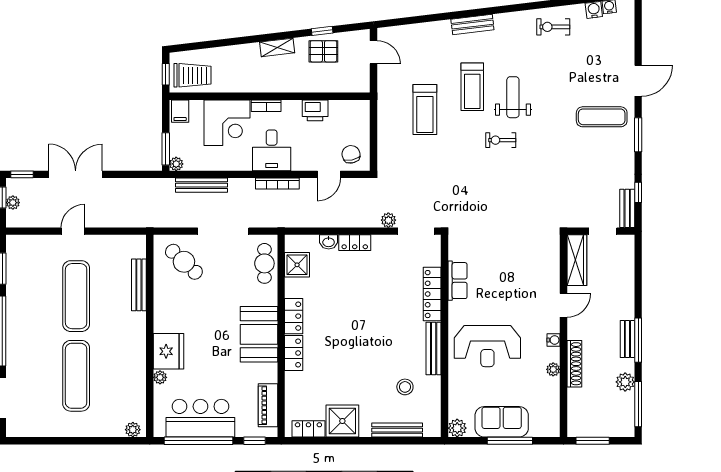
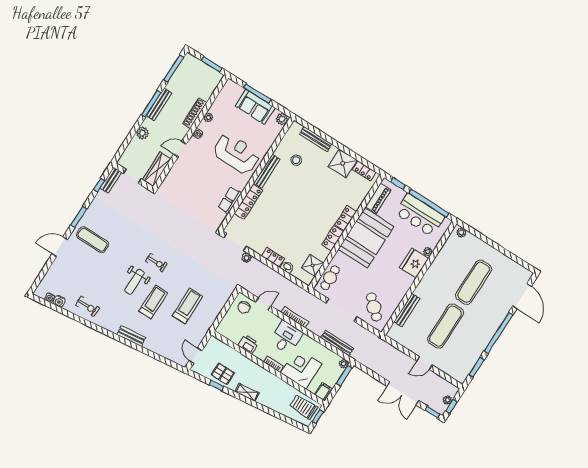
booth: (259, 334) -> (366, 238), width x1.36, depth x1.42
bench: (627, 339) -> (159, 104), width x1.36
plant: (625, 382) -> (142, 133), moved

